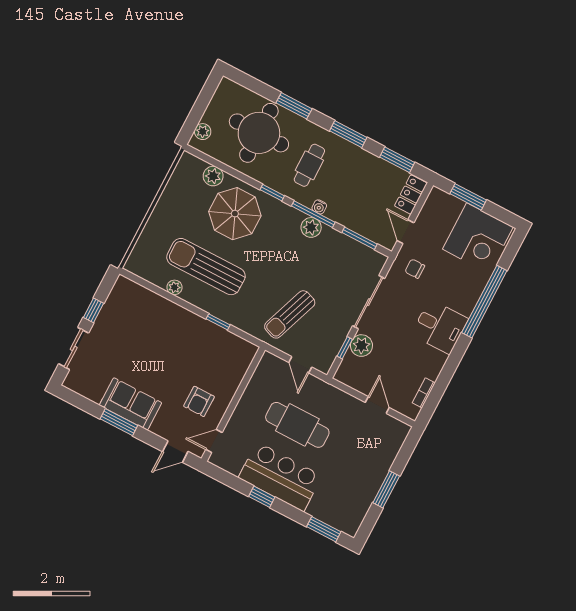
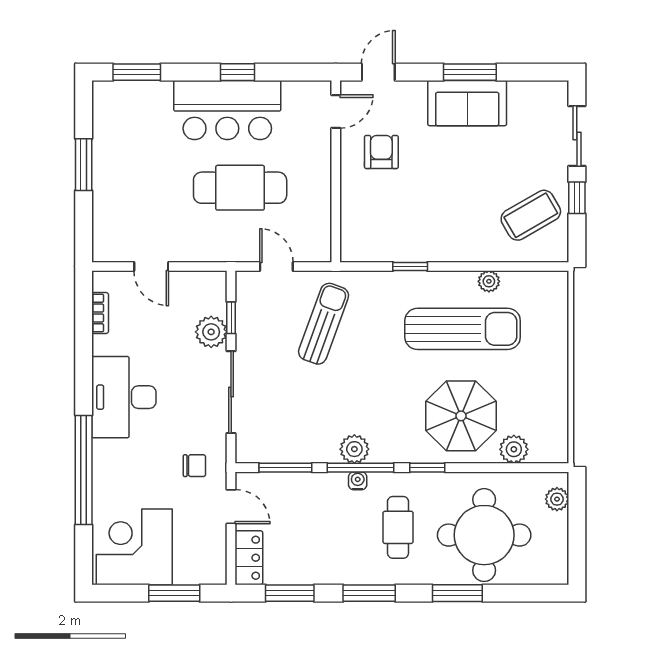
coffee table: (127, 315) -> (531, 215), added
desk: (440, 327) -> (124, 397), width x1.37

